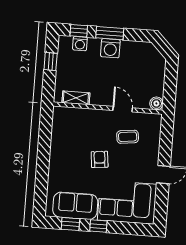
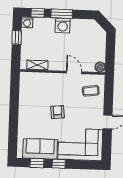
washing machine: (80, 44) -> (27, 22), moved
coffee table: (128, 137) -> (91, 91), moved

